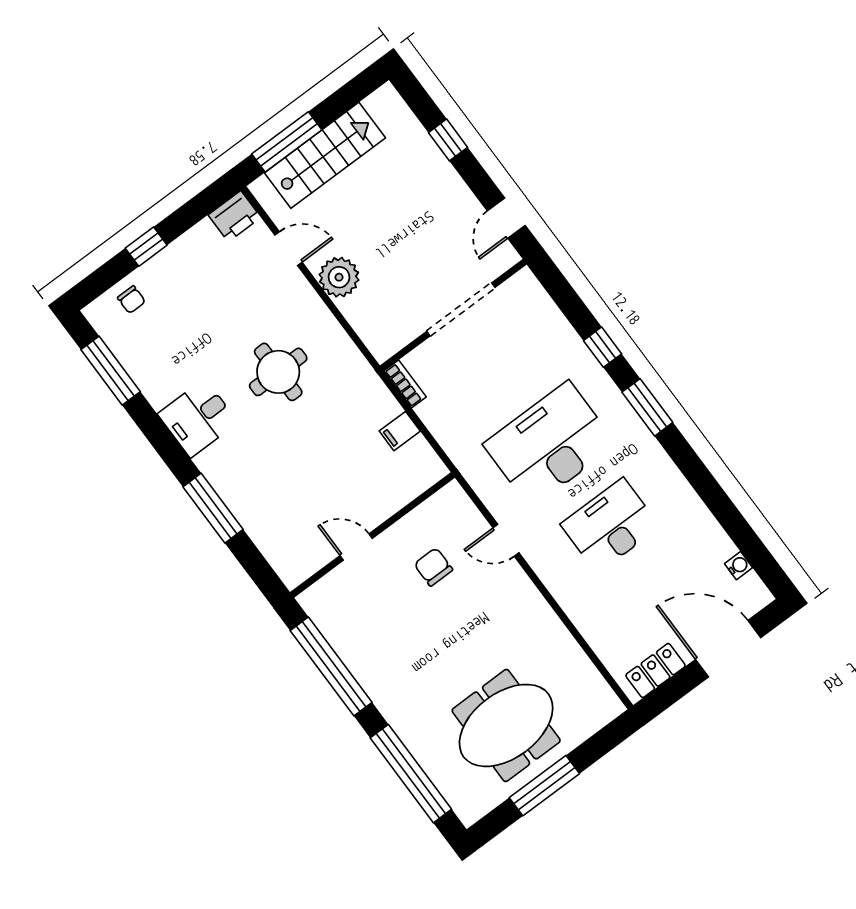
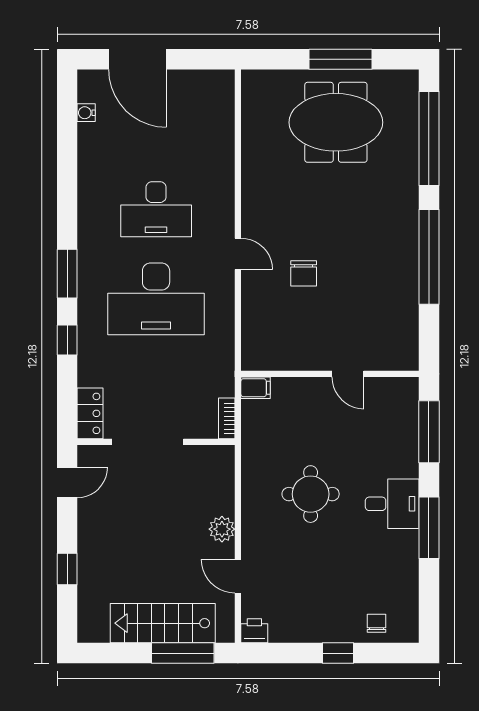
printer: (234, 216) -> (254, 631), width x0.73, depth x0.81
plant: (339, 277) -> (222, 529), width x0.73, depth x0.73
window: (111, 371) -> (429, 528), moved
wall: (372, 535) -> (330, 374), moved
door: (356, 547) -> (348, 374), moved
locker: (655, 671) -> (90, 413), moved, turned -90

